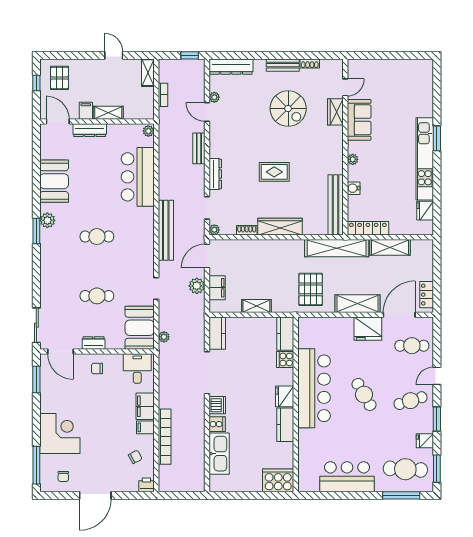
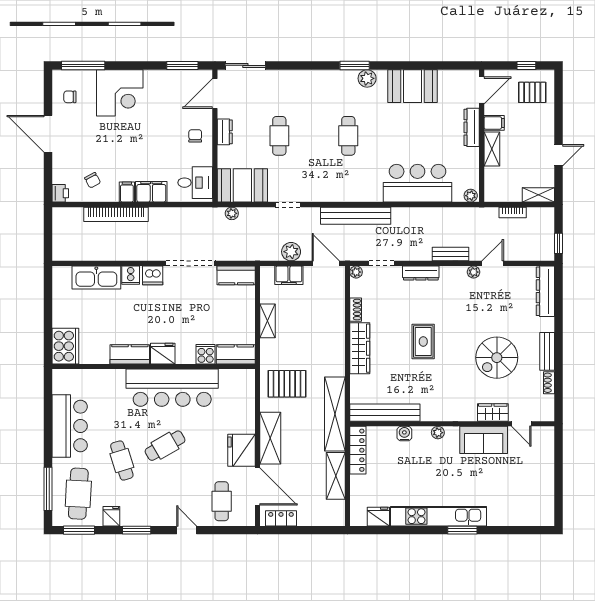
plant: (214, 97) -> (474, 272), moved
cafe table: (411, 401) -> (122, 461), moved

